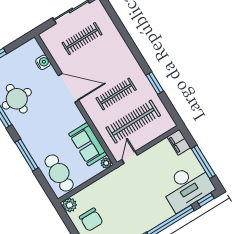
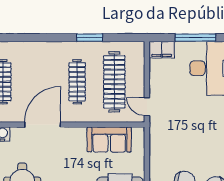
plant: (106, 163) -> (138, 133), removed

